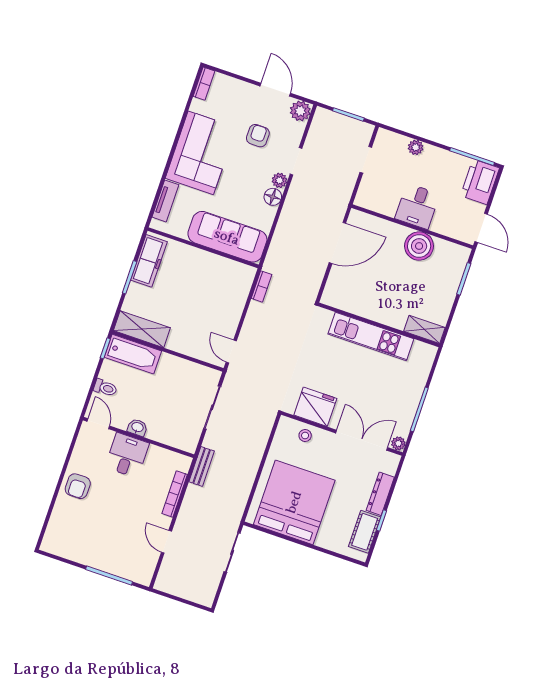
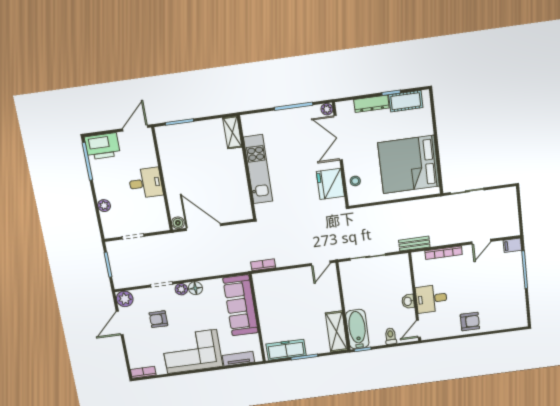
boiler: (419, 246) -> (178, 223), moved, width x0.54, depth x0.54
filing cabinet: (145, 574) -> (512, 245), added

